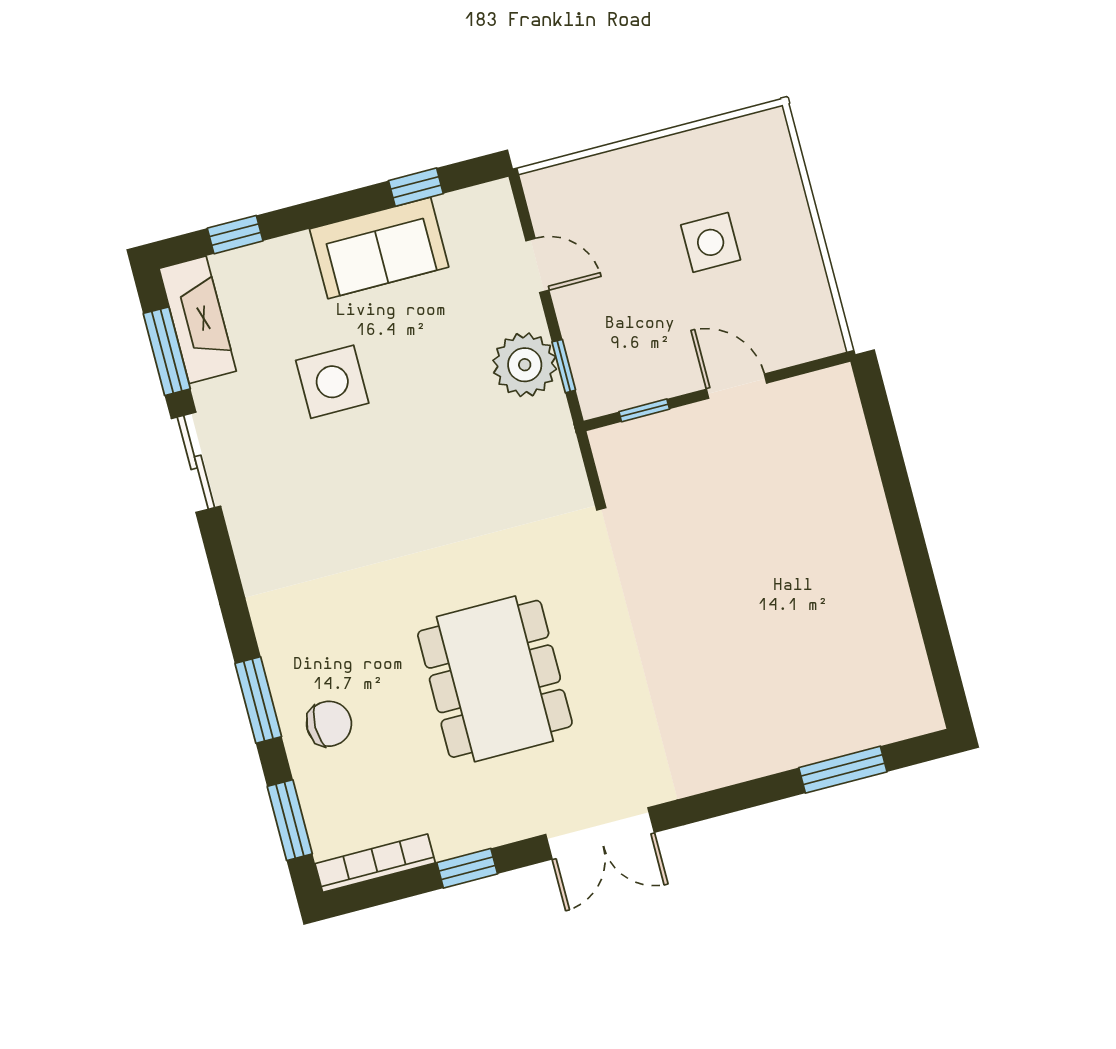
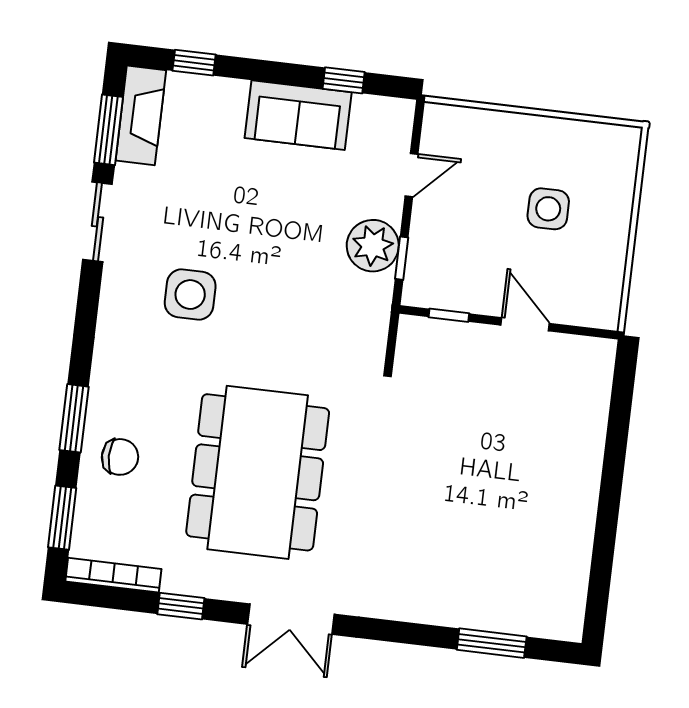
door: (537, 265) -> (412, 175), hinge flipped
side table: (332, 382) -> (190, 295), moved
dining table: (495, 679) -> (258, 472), width x1.36, depth x1.24

